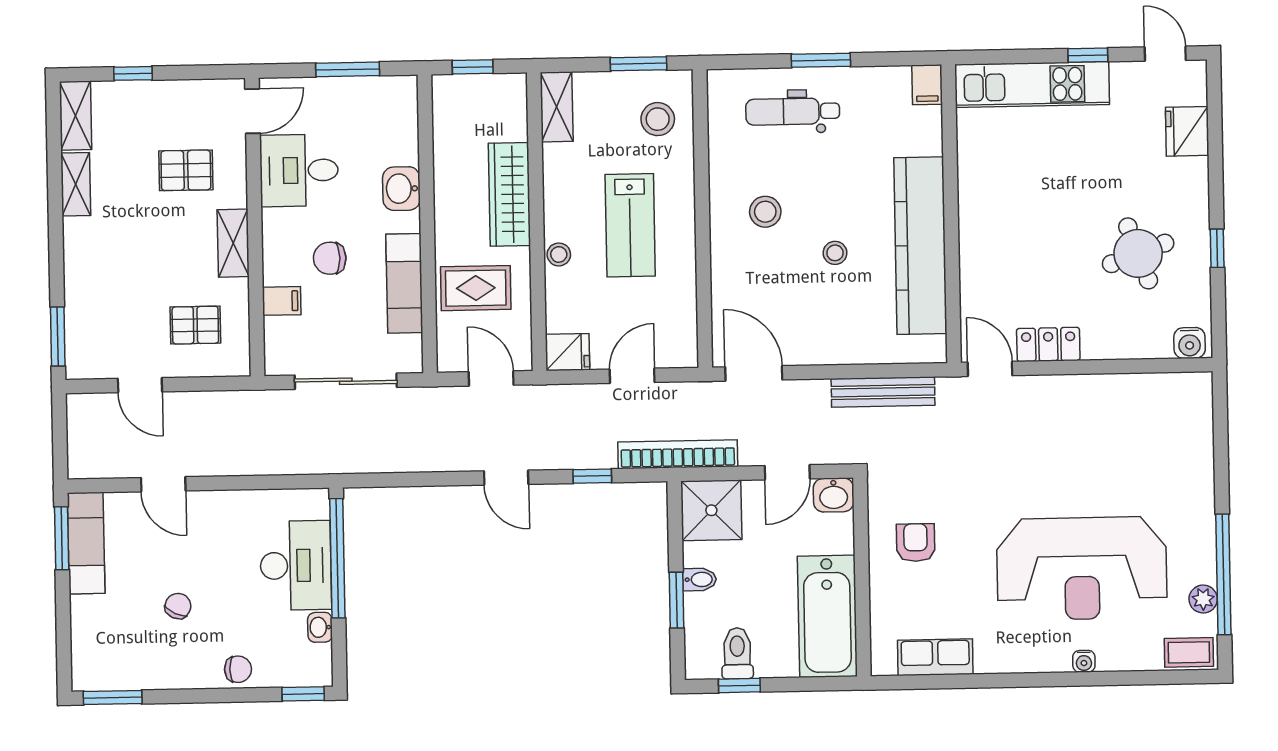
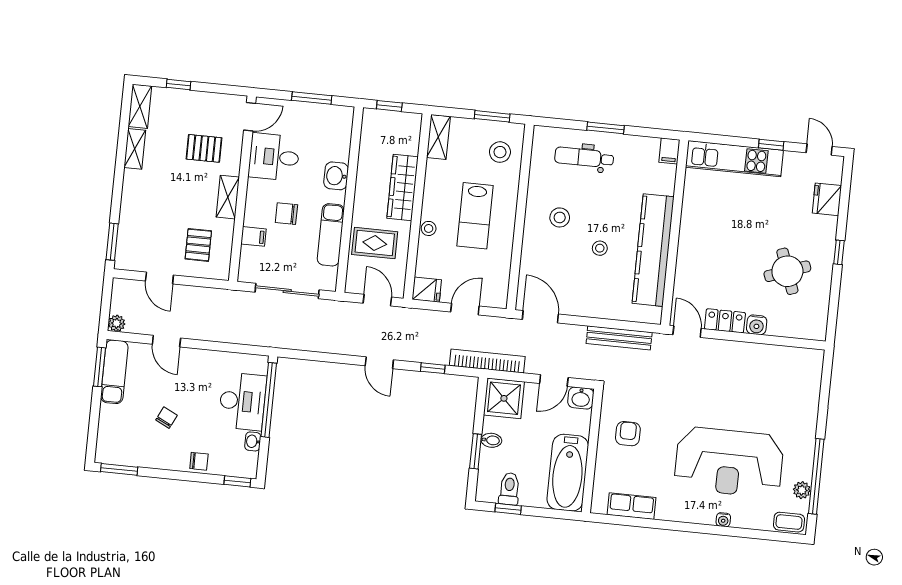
window: (1217, 248) -> (839, 252), moved
pallet: (195, 325) -> (198, 245), turned 90
water cooler: (1190, 343) -> (757, 325), moved
plant: (80, 466) -> (117, 323), added

